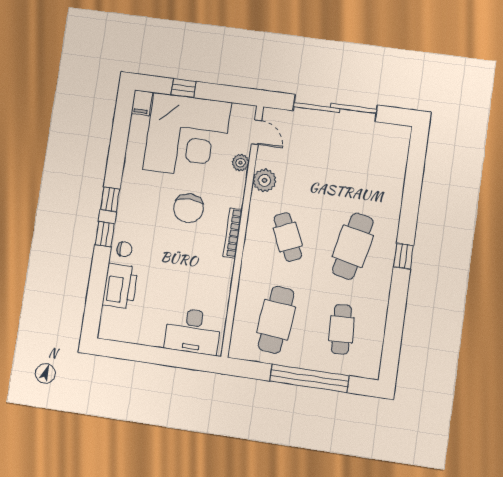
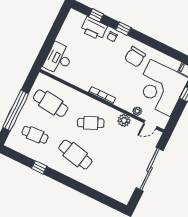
window: (110, 199) -> (96, 15), moved
chair: (189, 208) -> (135, 57), moved, turned -83
window: (403, 256) -> (39, 167), moved

